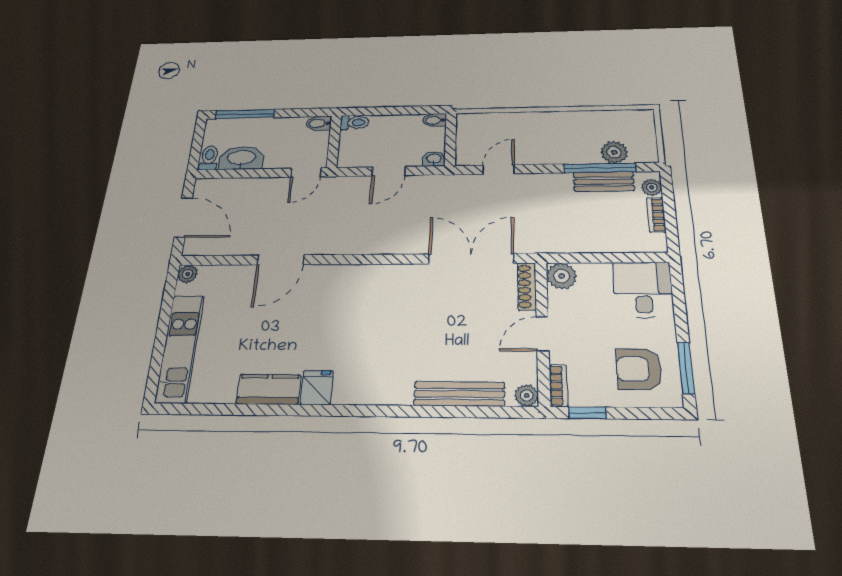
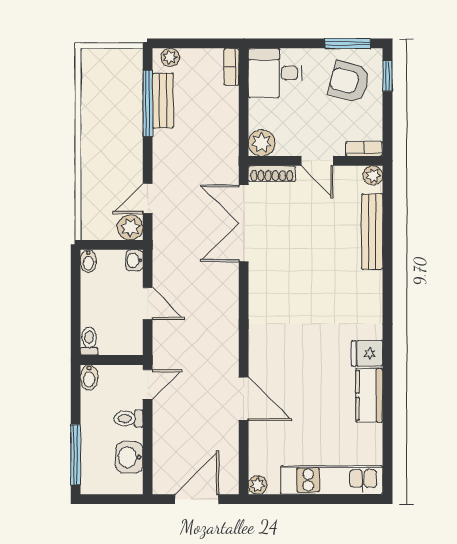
plant: (614, 152) -> (130, 227), moved
toilet: (209, 158) -> (129, 418), moved
washbasin: (241, 158) -> (129, 457), width x0.72
door: (499, 169) -> (148, 198), hinge flipped
door: (306, 172) -> (148, 384), hinge flipped
bookcase: (656, 215) -> (231, 67), moved, turned 90
armchair: (639, 369) -> (349, 82), turned 105
window: (588, 413) -> (387, 76), moved

